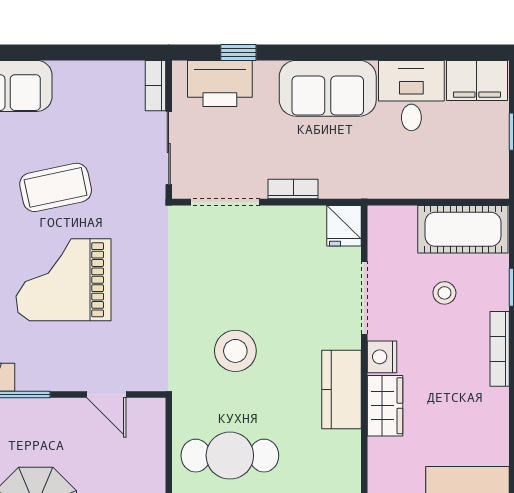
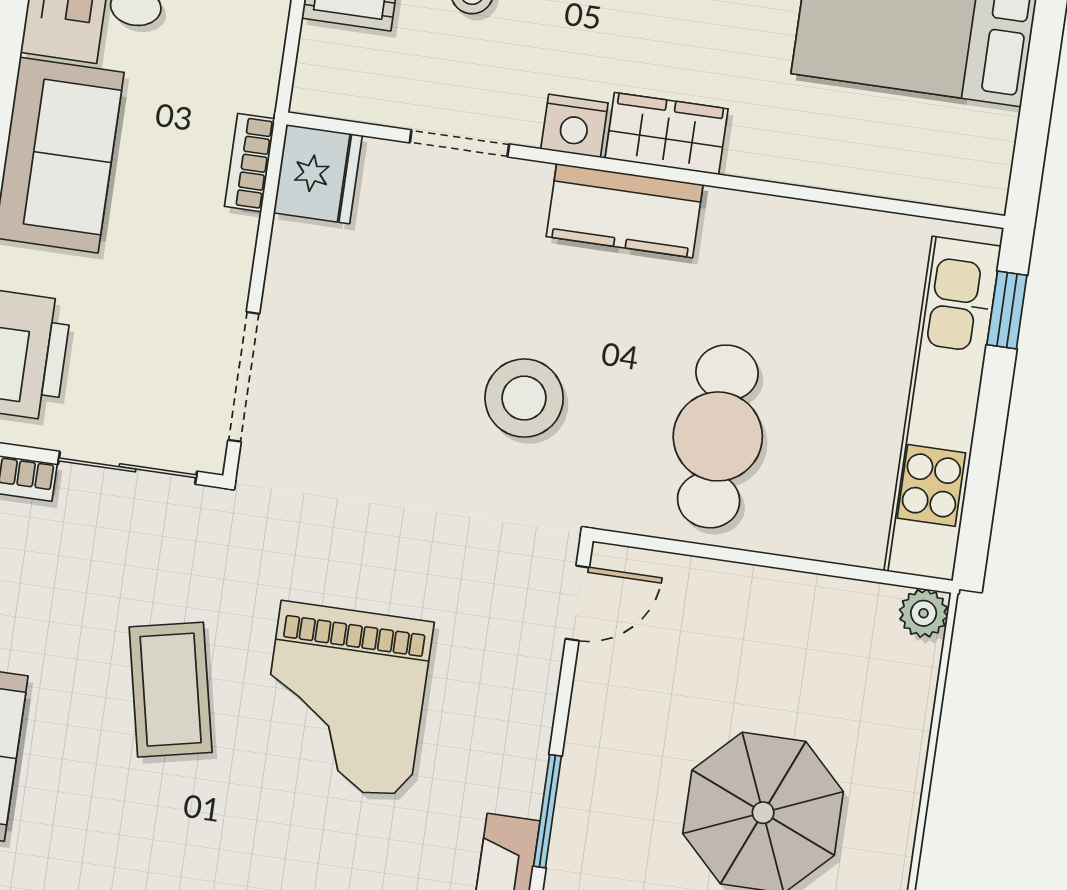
bookcase: (293, 189) -> (250, 163), moved
fridge: (344, 226) -> (318, 174), width x1.38
doorway: (364, 298) -> (459, 143), width x0.73
door: (106, 394) -> (577, 603), moved

